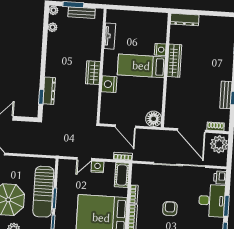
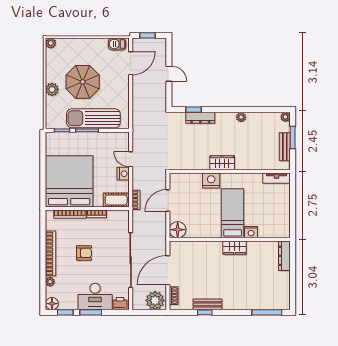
plant: (53, 27) -> (241, 117), moved
tv unit: (110, 36) -> (276, 178), moved
wardrobe: (174, 61) -> (234, 248), width x0.67

